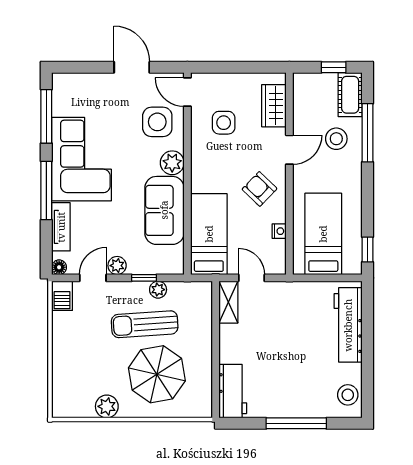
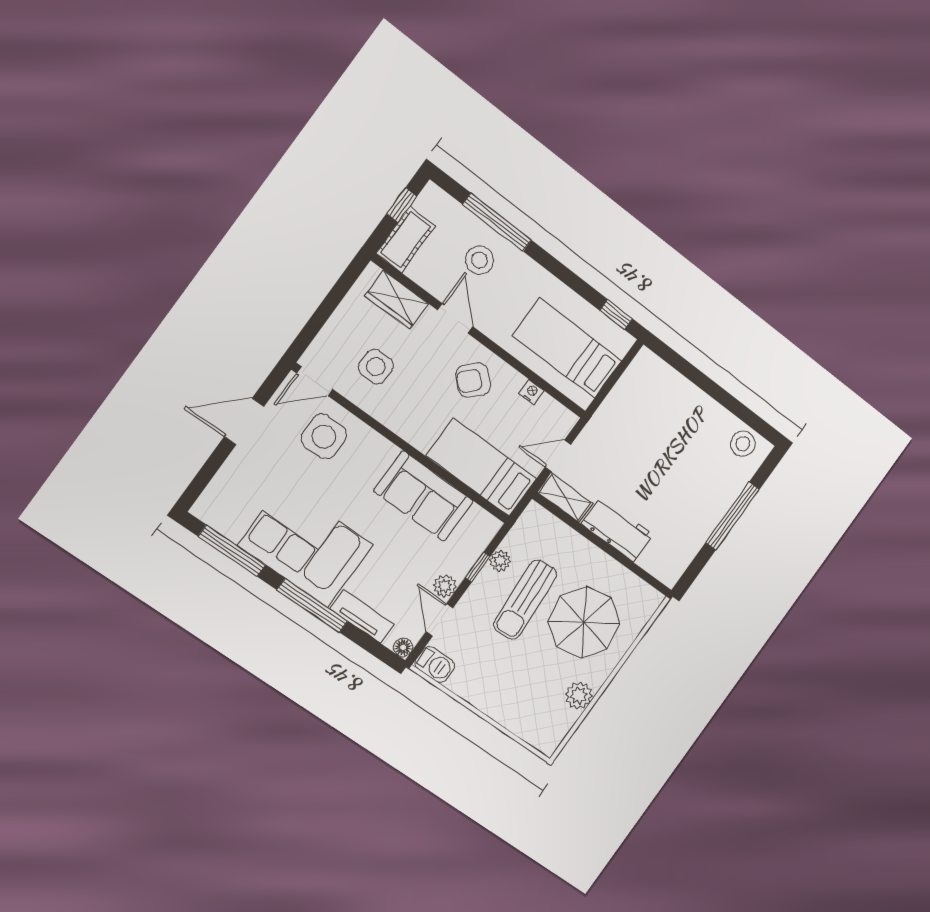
cot: (350, 95) -> (406, 240), moved, turned 90
plant: (172, 163) -> (379, 452), removed
workbench: (348, 325) -> (676, 392), removed
workbench: (233, 391) -> (617, 529), moved

